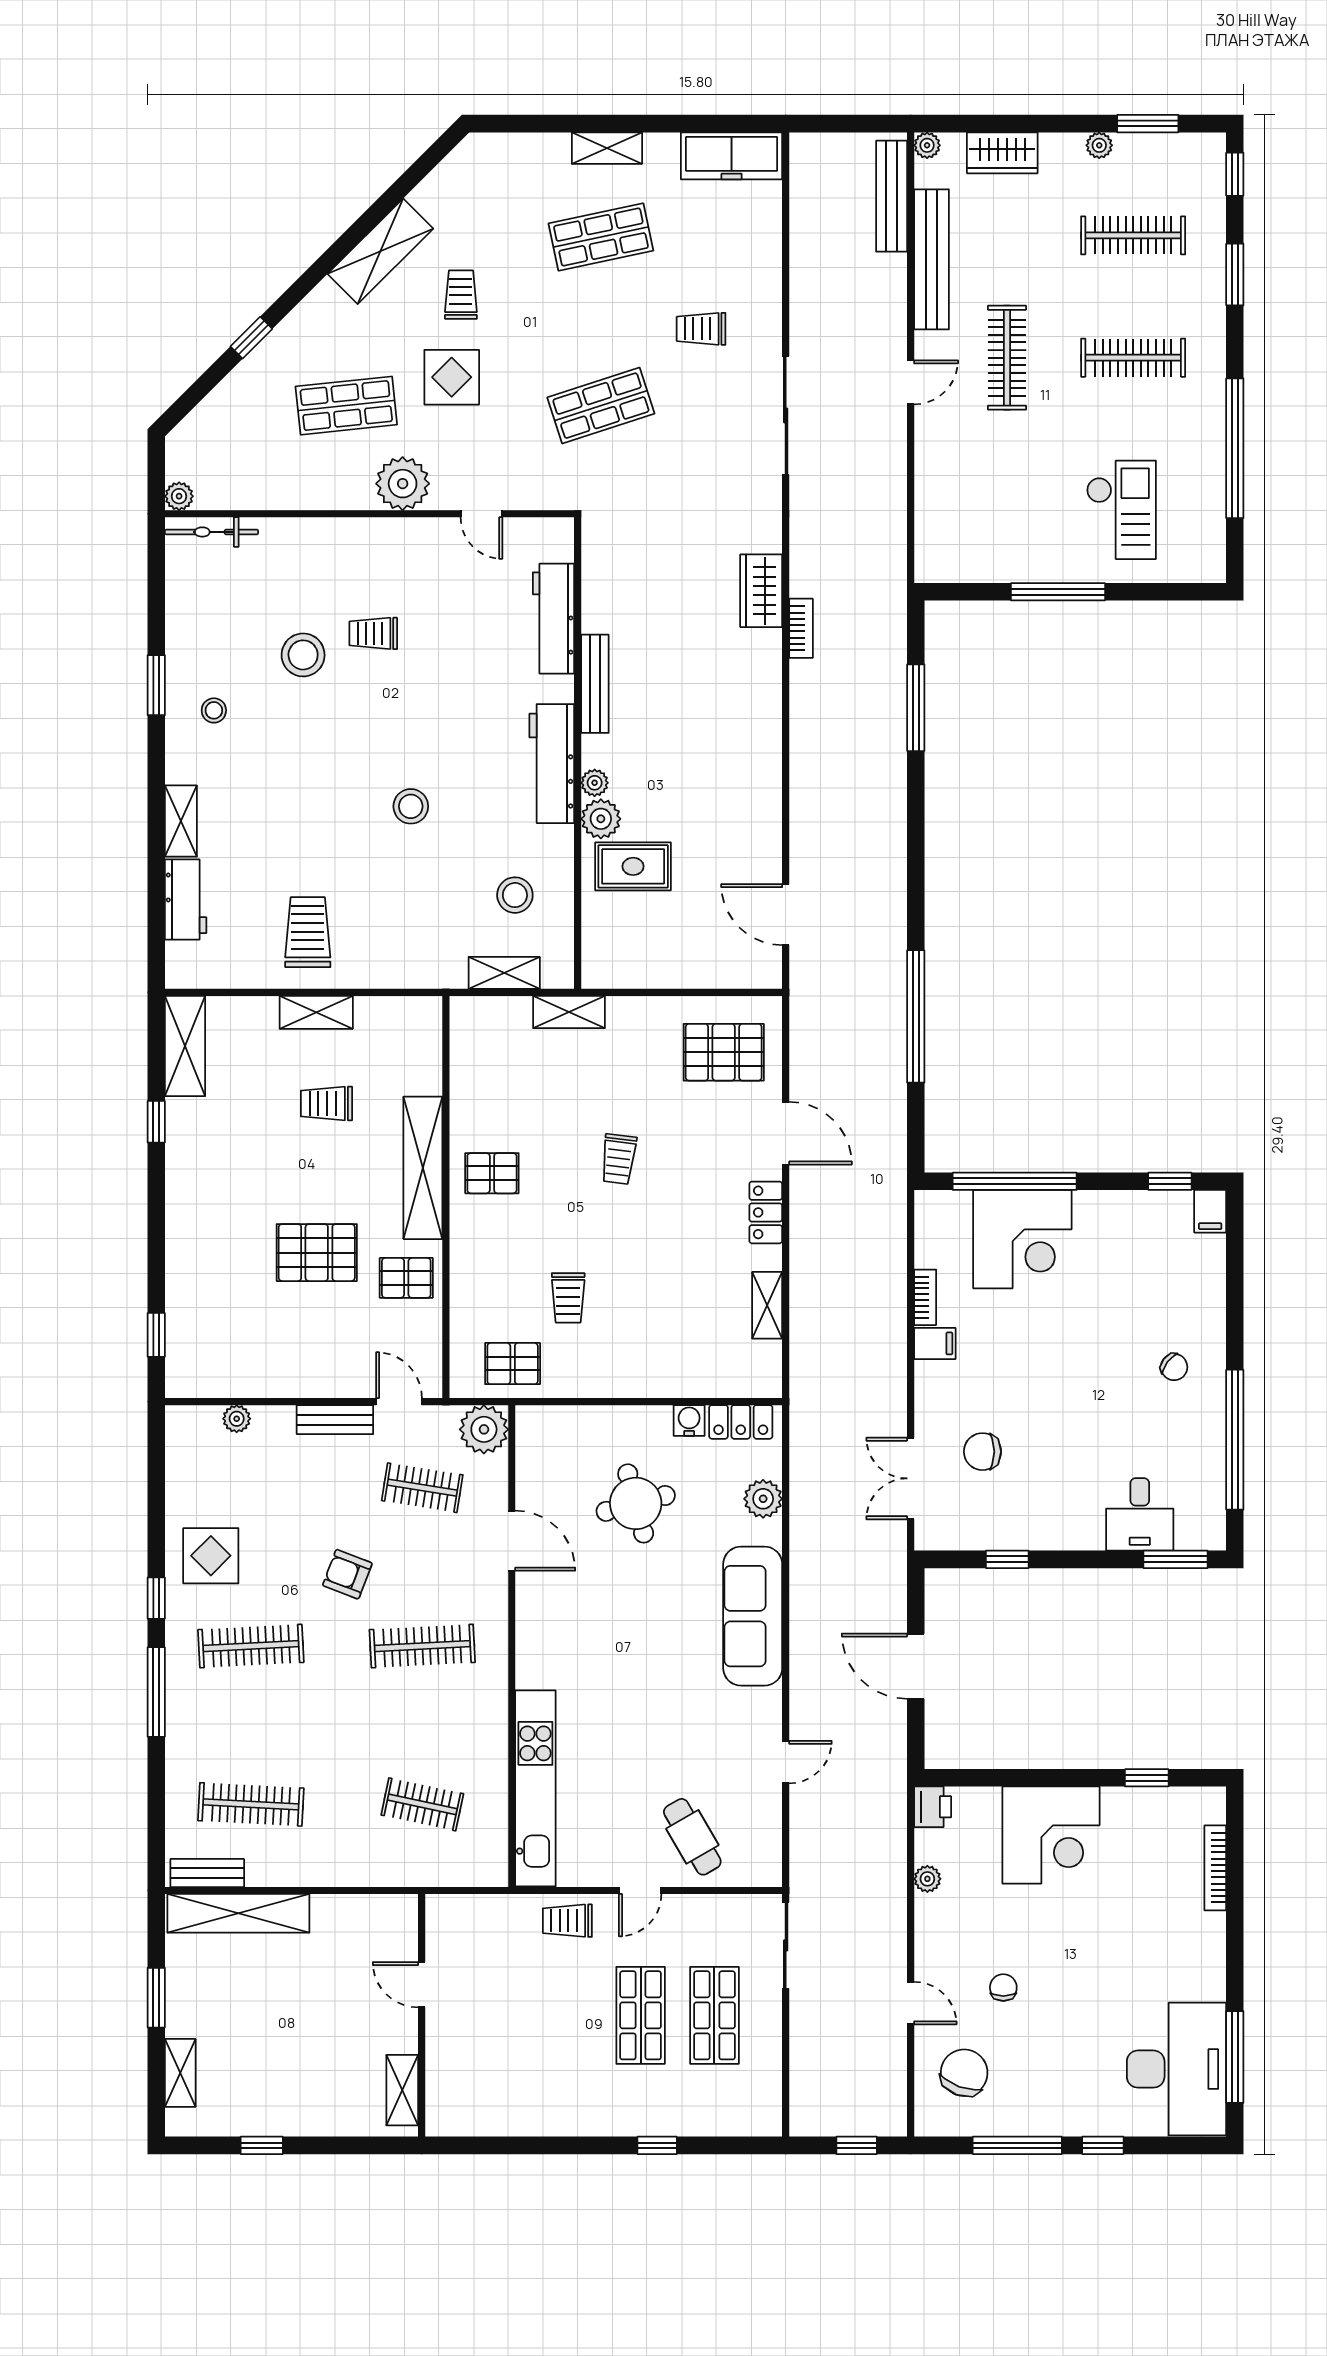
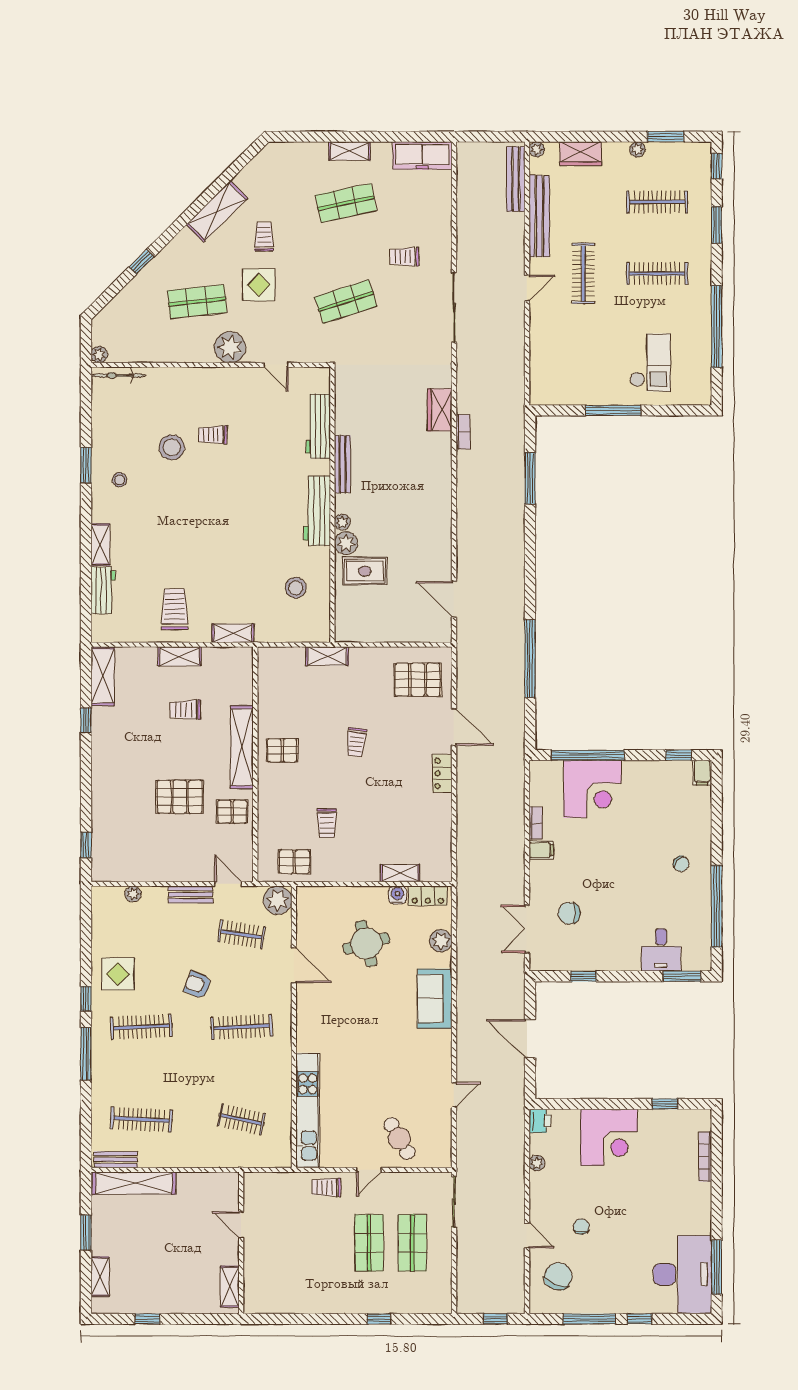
stool: (411, 806) -> (235, 536), removed
shelving: (504, 973) -> (233, 633), moved
shelving: (767, 1305) -> (400, 873), moved, turned 90
sofa: (753, 1616) -> (435, 999), width x0.73

